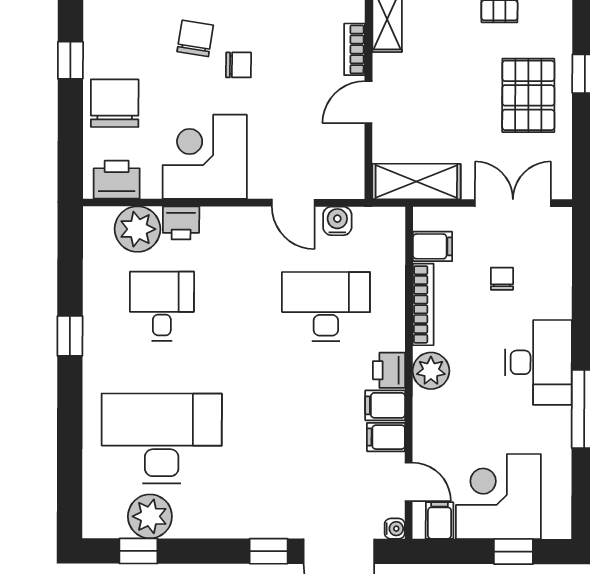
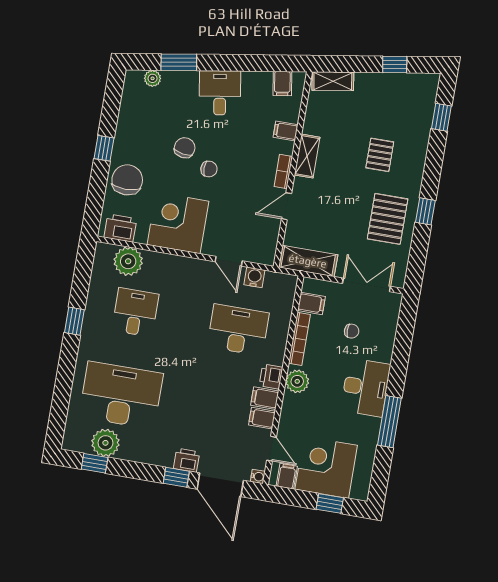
printer: (181, 223) -> (187, 460), moved, turned 180
chair: (502, 279) -> (352, 331), turned 90

